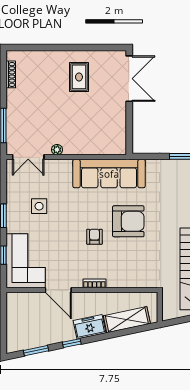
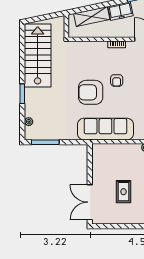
rug: (79, 77) -> (123, 192), moved

